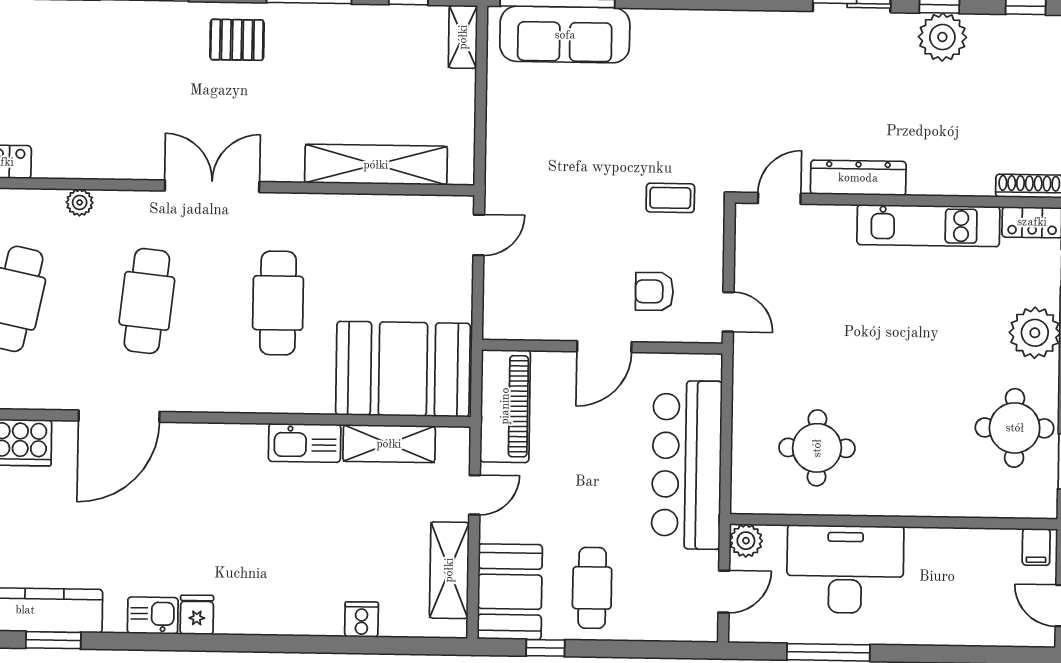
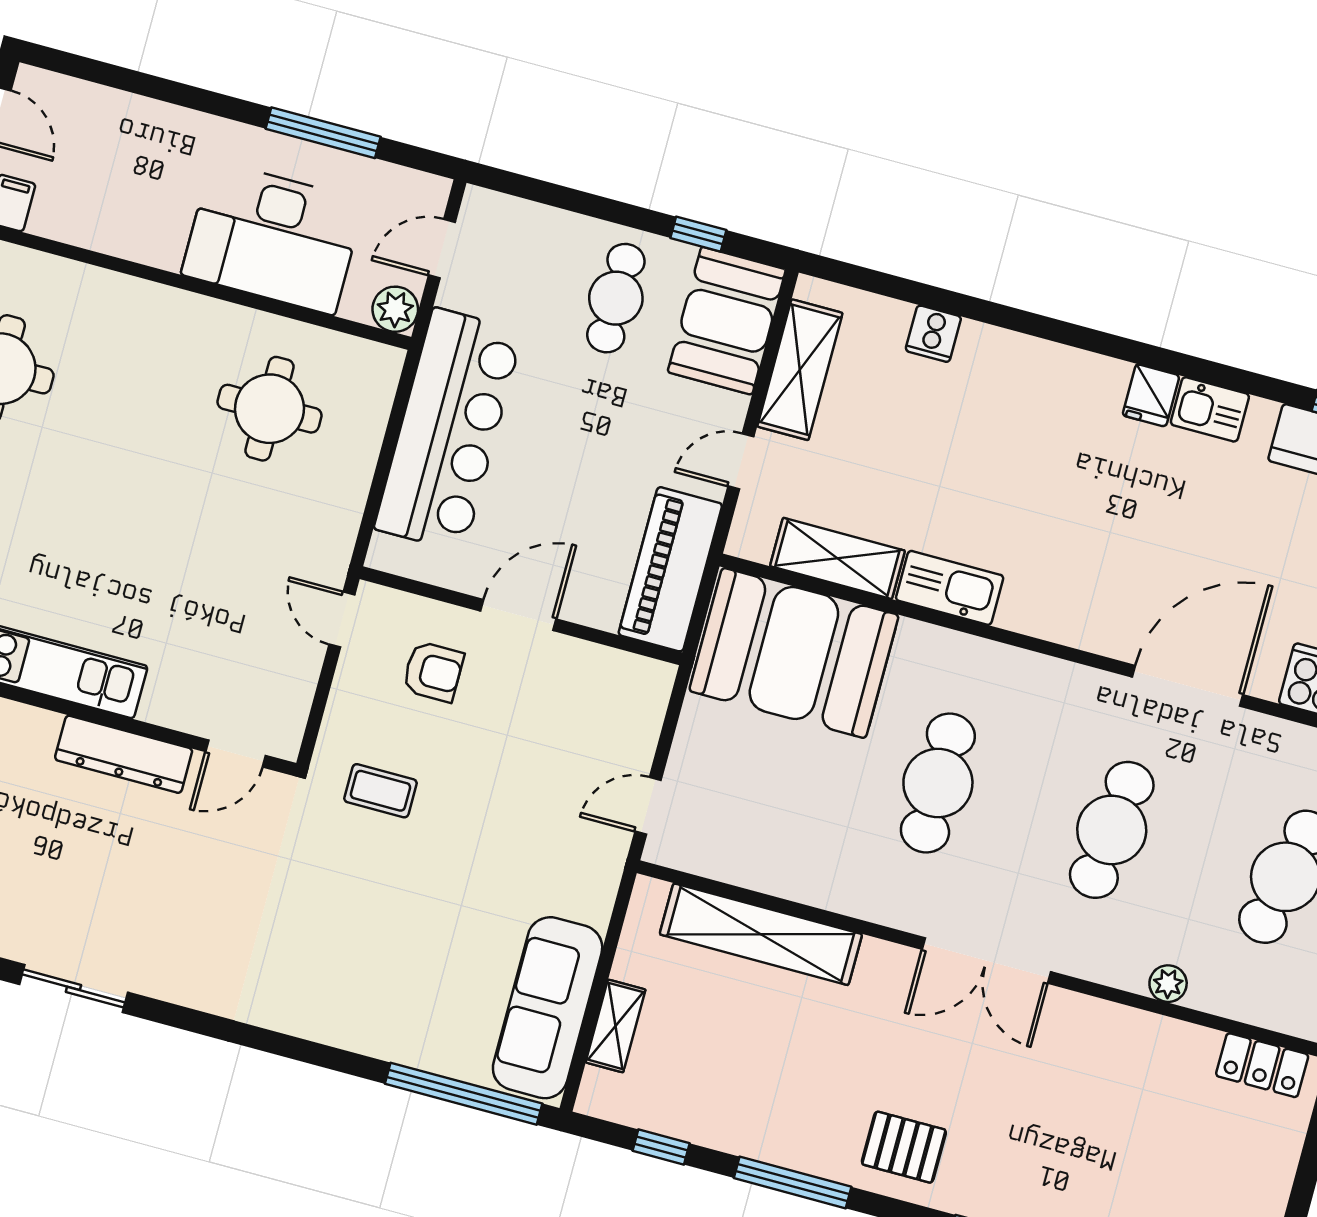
sofa: (565, 35) -> (548, 1008), moved, turned -90
shelving: (463, 37) -> (616, 1026), moved

